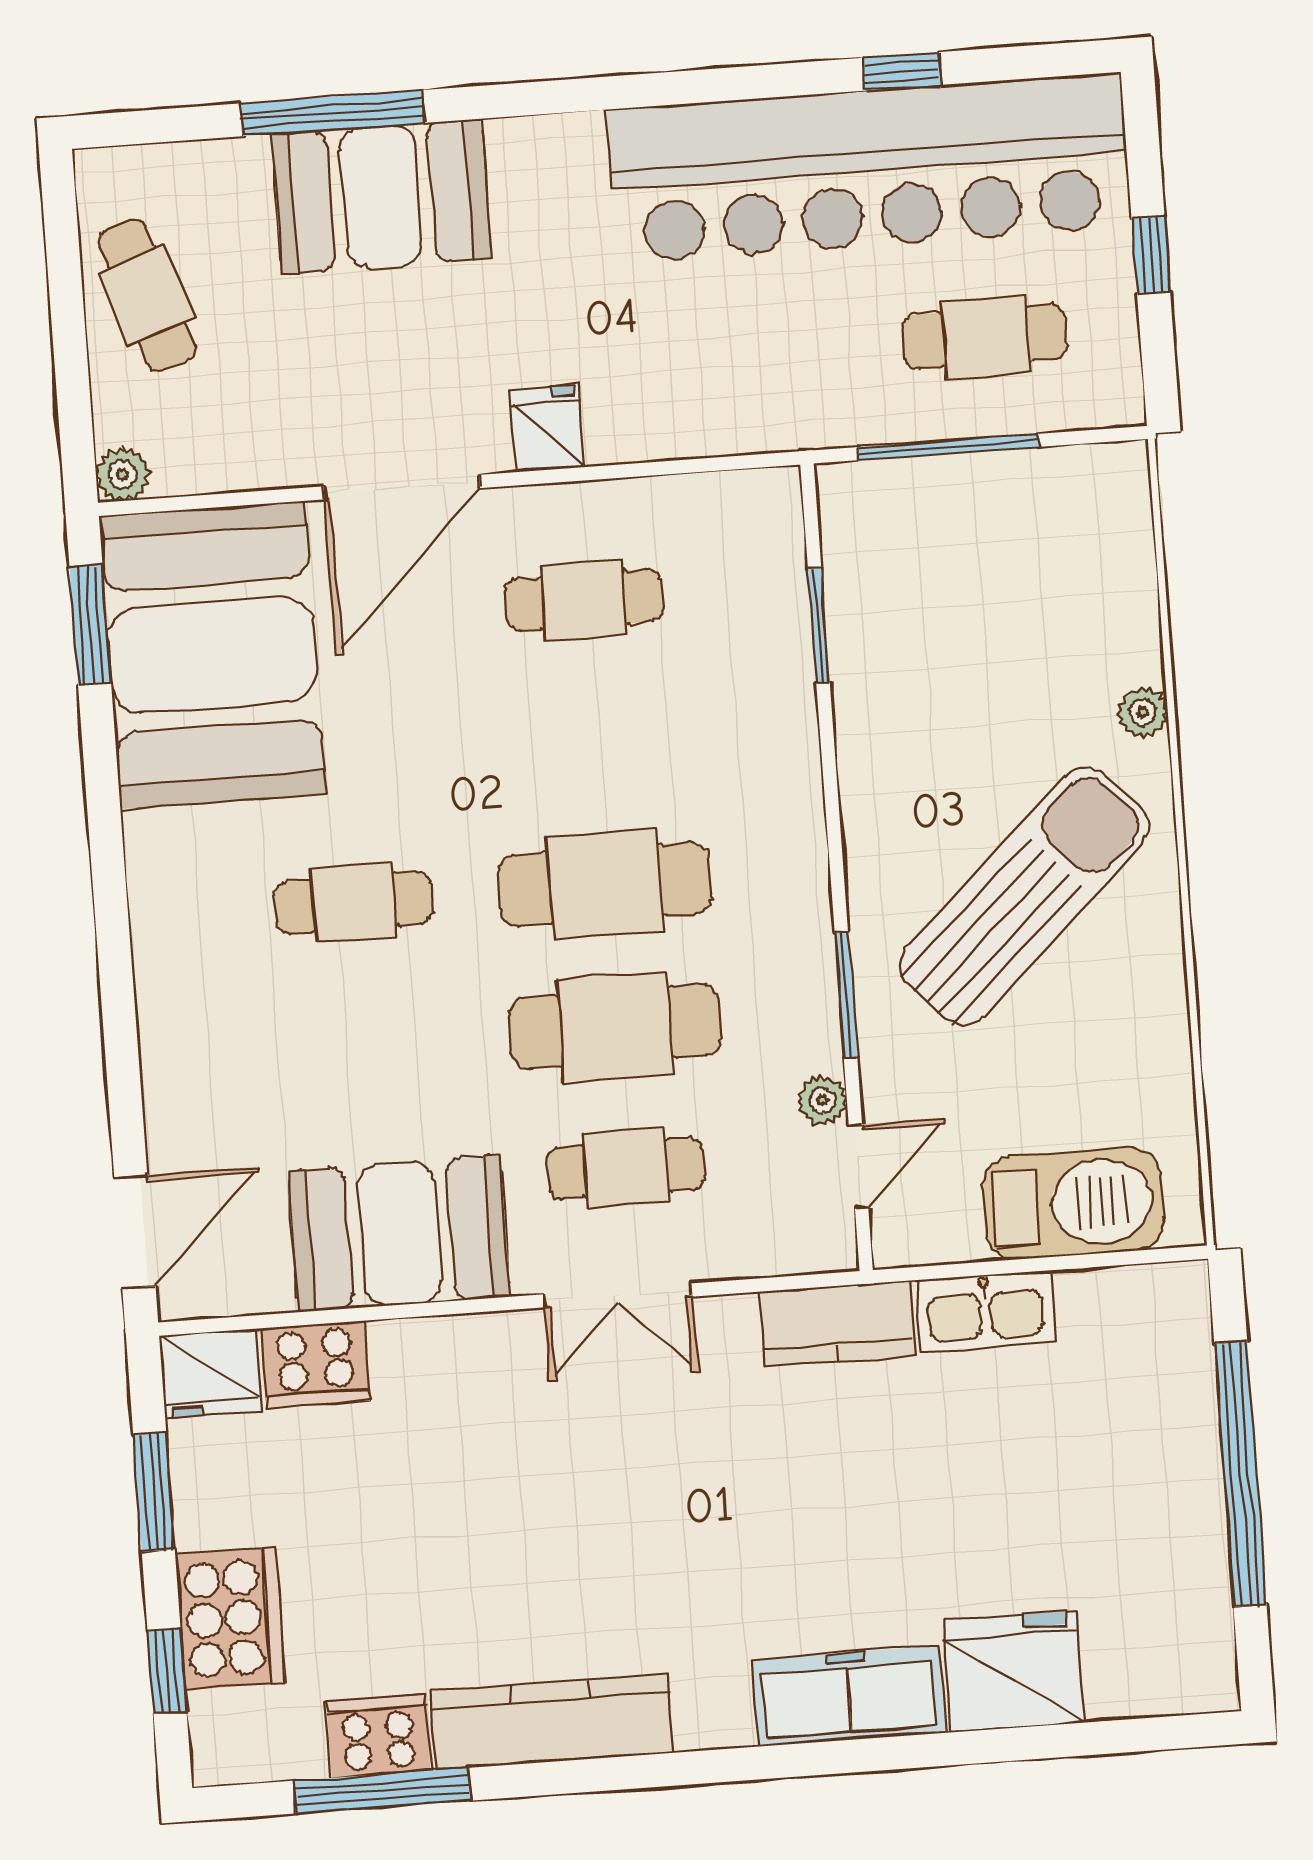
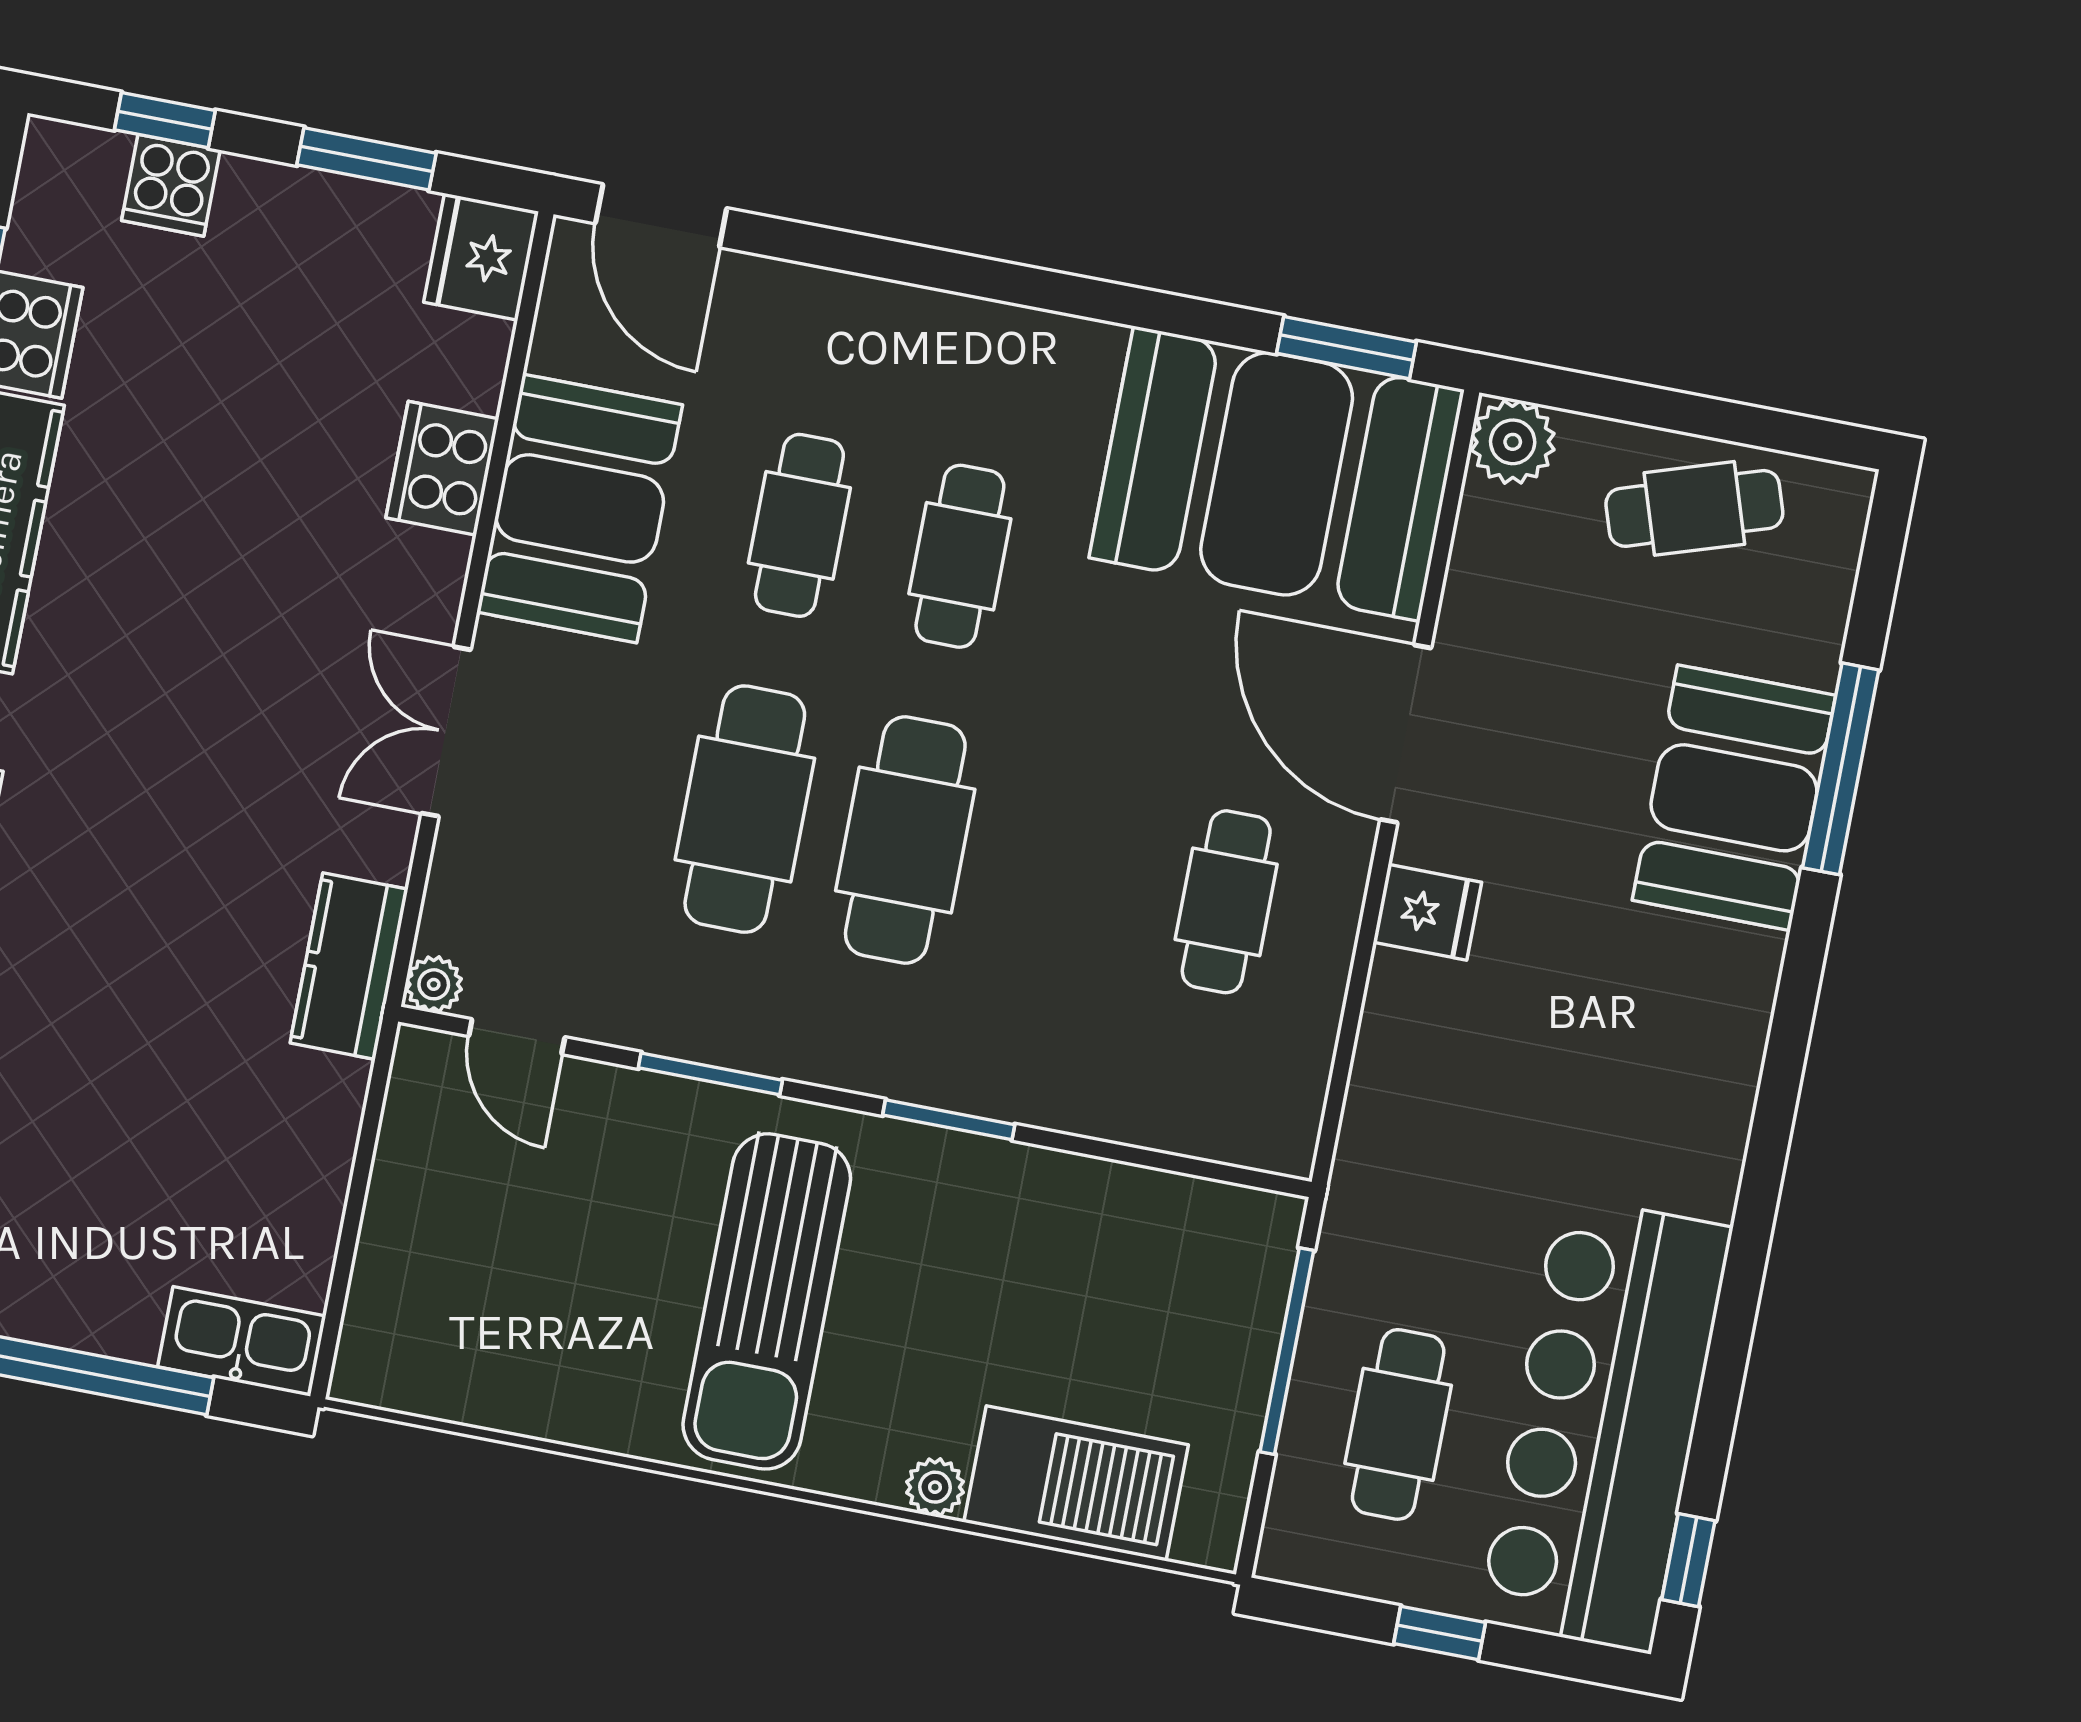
window: (902, 71) -> (1688, 1560), moved
bar counter: (869, 168) -> (1605, 1424), width x0.73
plant: (122, 474) -> (1513, 442), width x1.38, depth x1.38
window: (819, 626) -> (949, 1120), moved
sun lounger: (1025, 896) -> (767, 1301), turned 43
plant: (822, 1100) -> (434, 984), moved
cafe table: (626, 1168) -> (799, 525), moved
barbecue: (1073, 1204) -> (1076, 1483), moved, turned -90
kitchen sink: (985, 1311) -> (242, 1341), moved, turned 90
cooker: (315, 1364) -> (442, 468), moved
cooker: (230, 1618) -> (171, 185), width x0.53, depth x0.76

